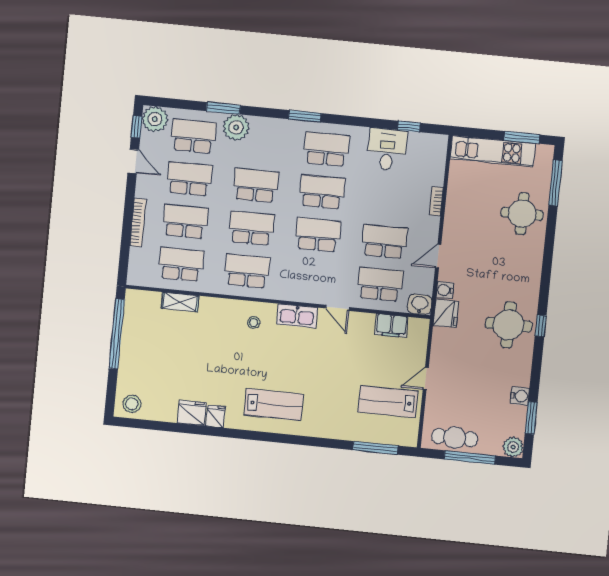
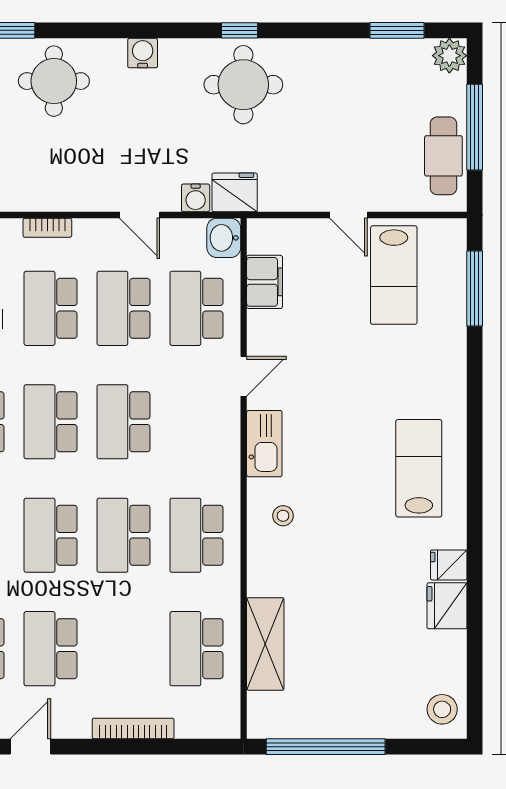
school desk: (185, 222) -> (51, 308), moved
shelving: (180, 302) -> (265, 644), width x1.50, depth x1.33
water cooler: (520, 396) -> (143, 53), moved

